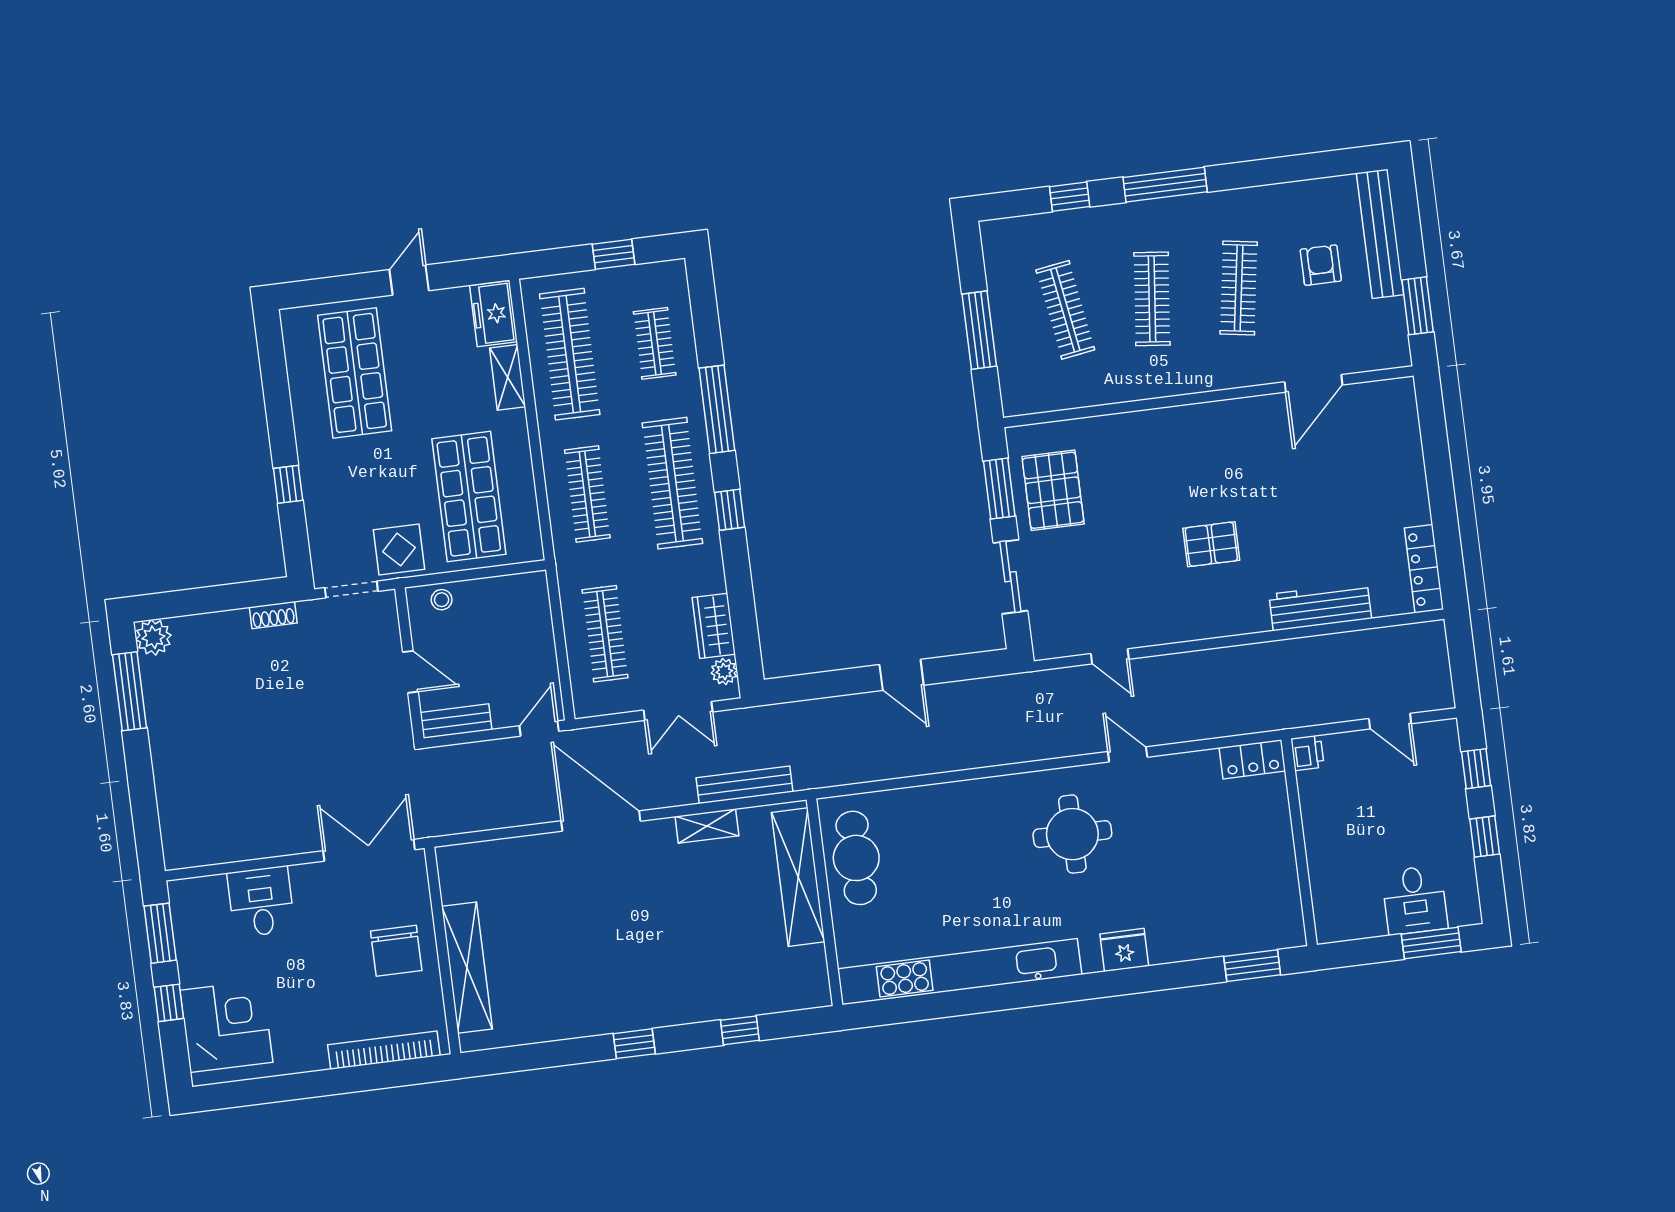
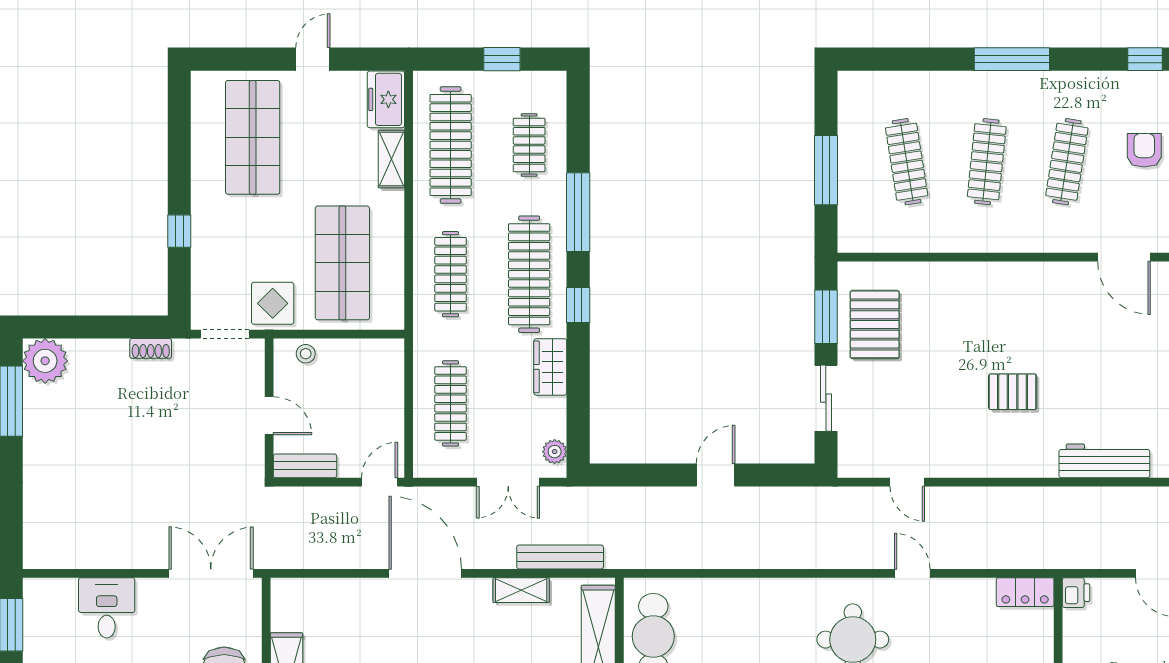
window: (1070, 197) -> (1145, 59), moved
door: (1313, 383) -> (1124, 257), hinge flipped
wardrobe: (714, 626) -> (550, 367), moved
plant: (153, 637) -> (45, 361), width x1.36, depth x1.36
door: (902, 675) -> (716, 475), swing flipped

